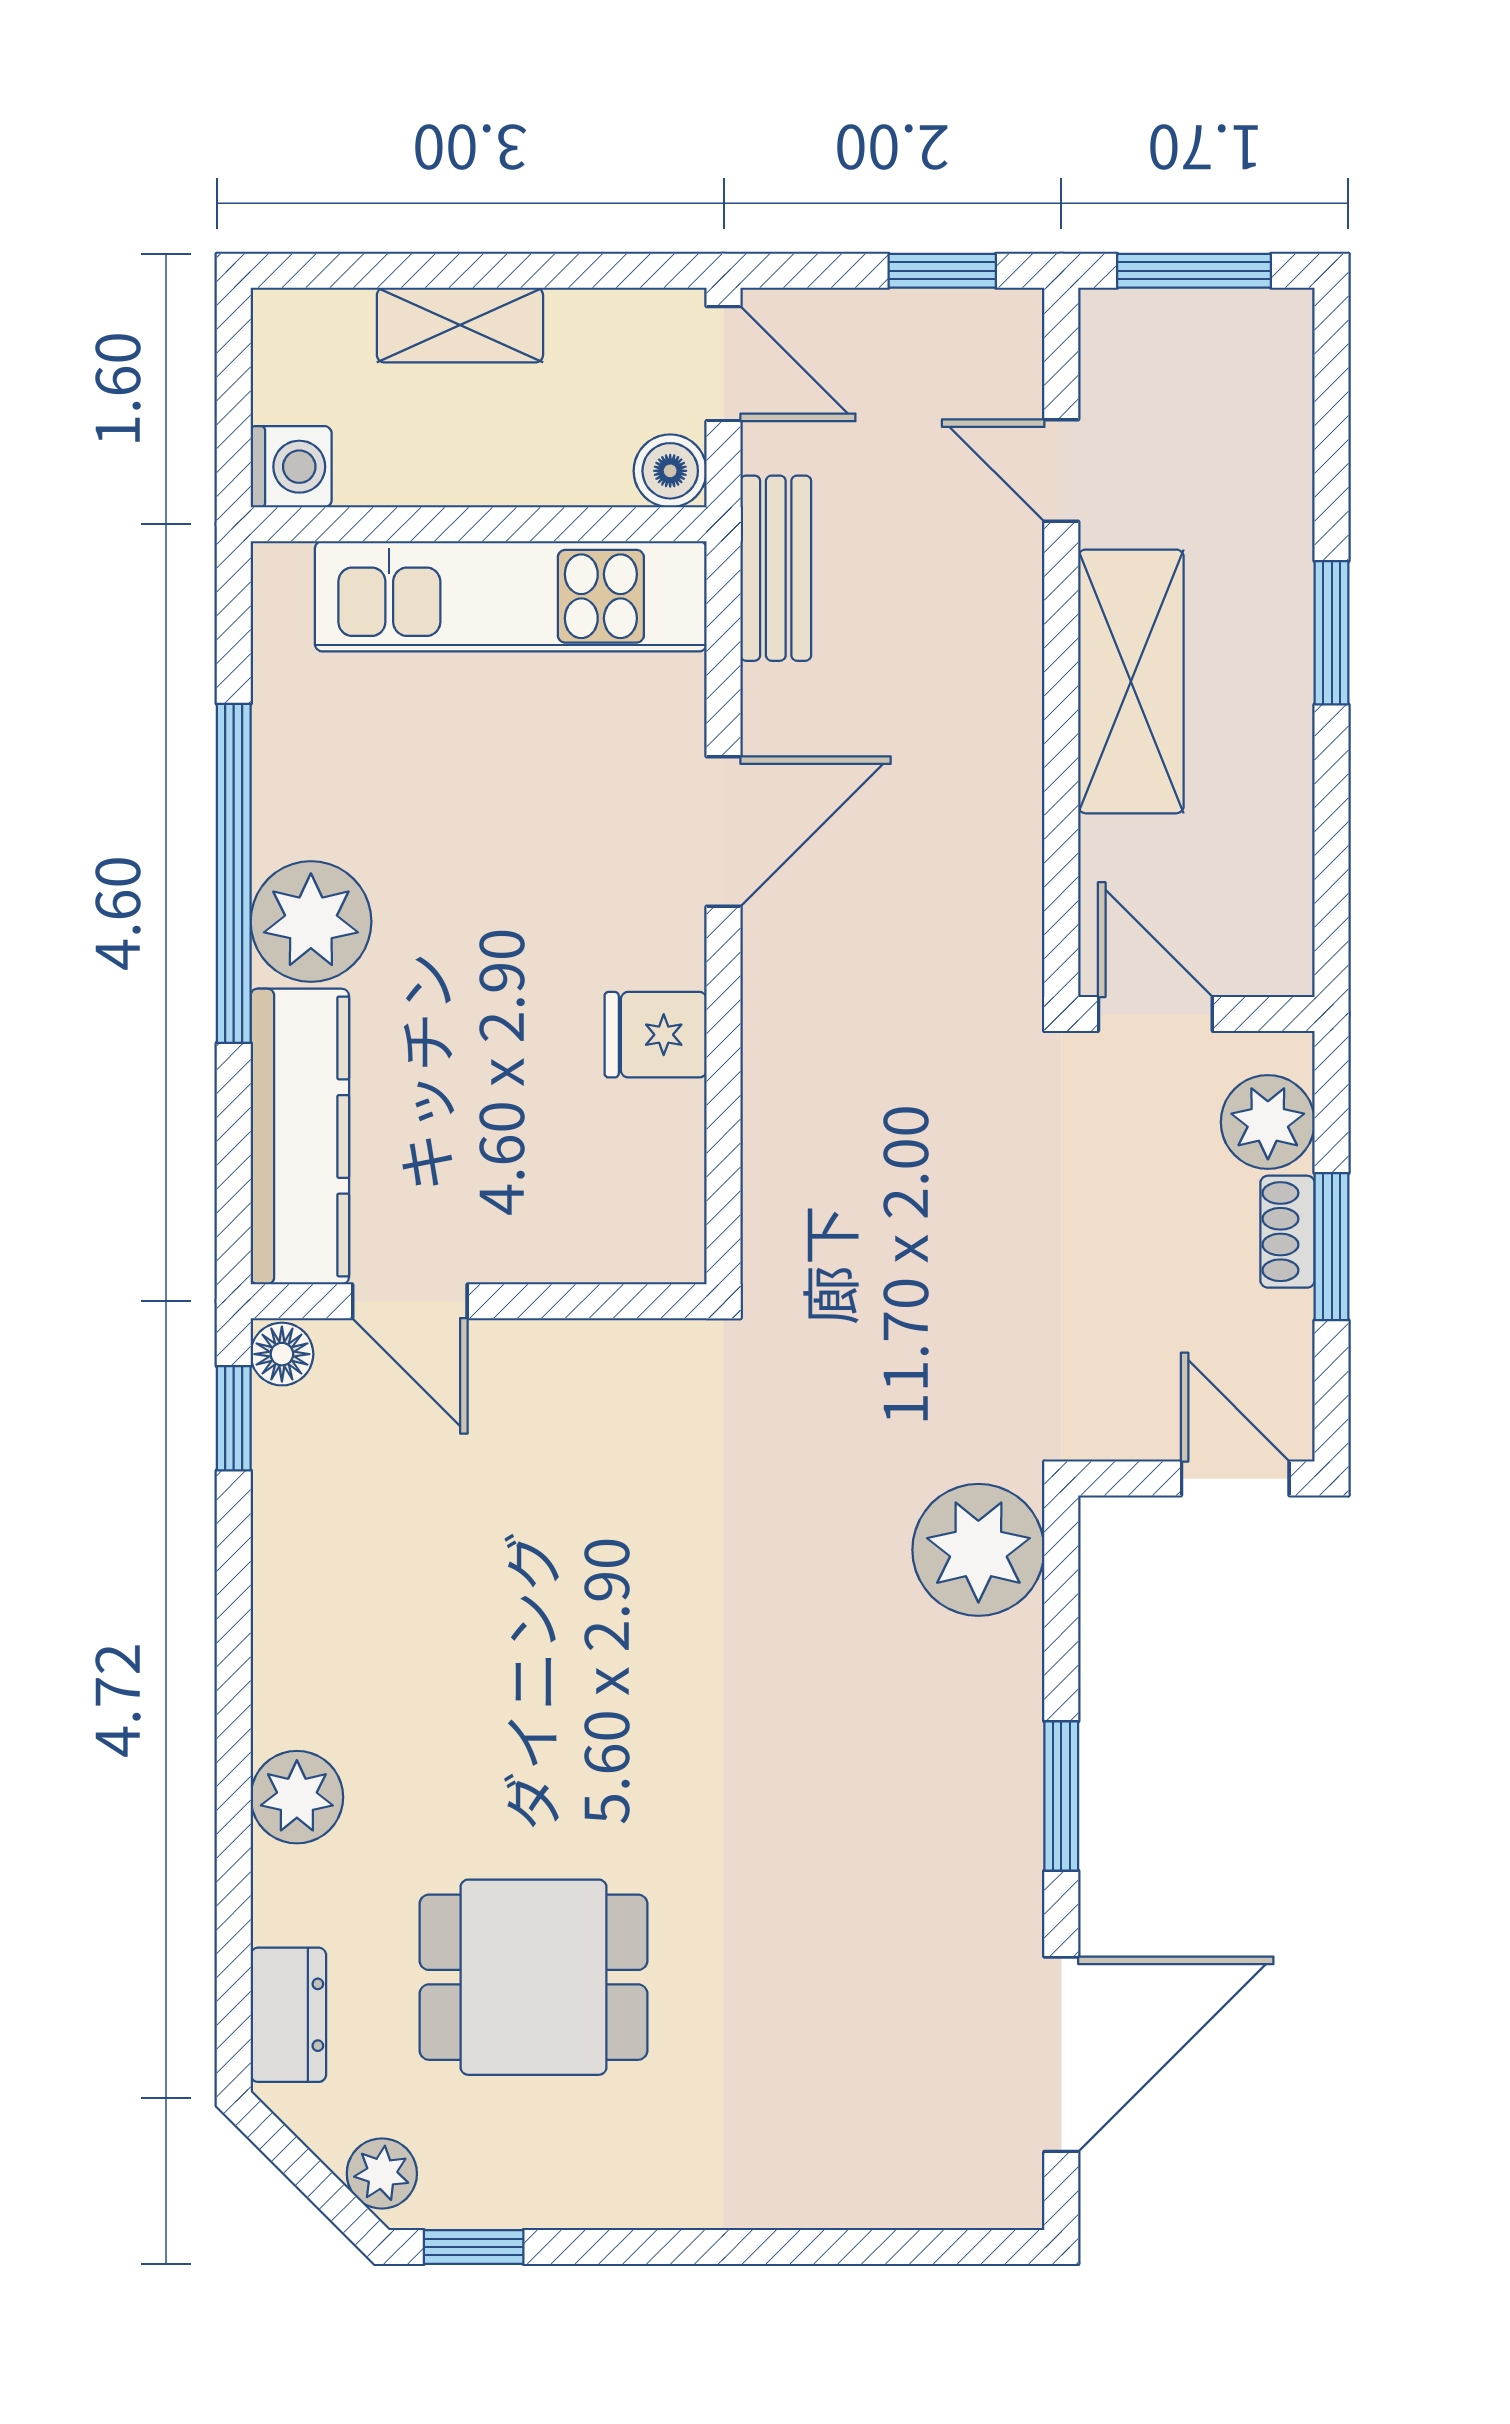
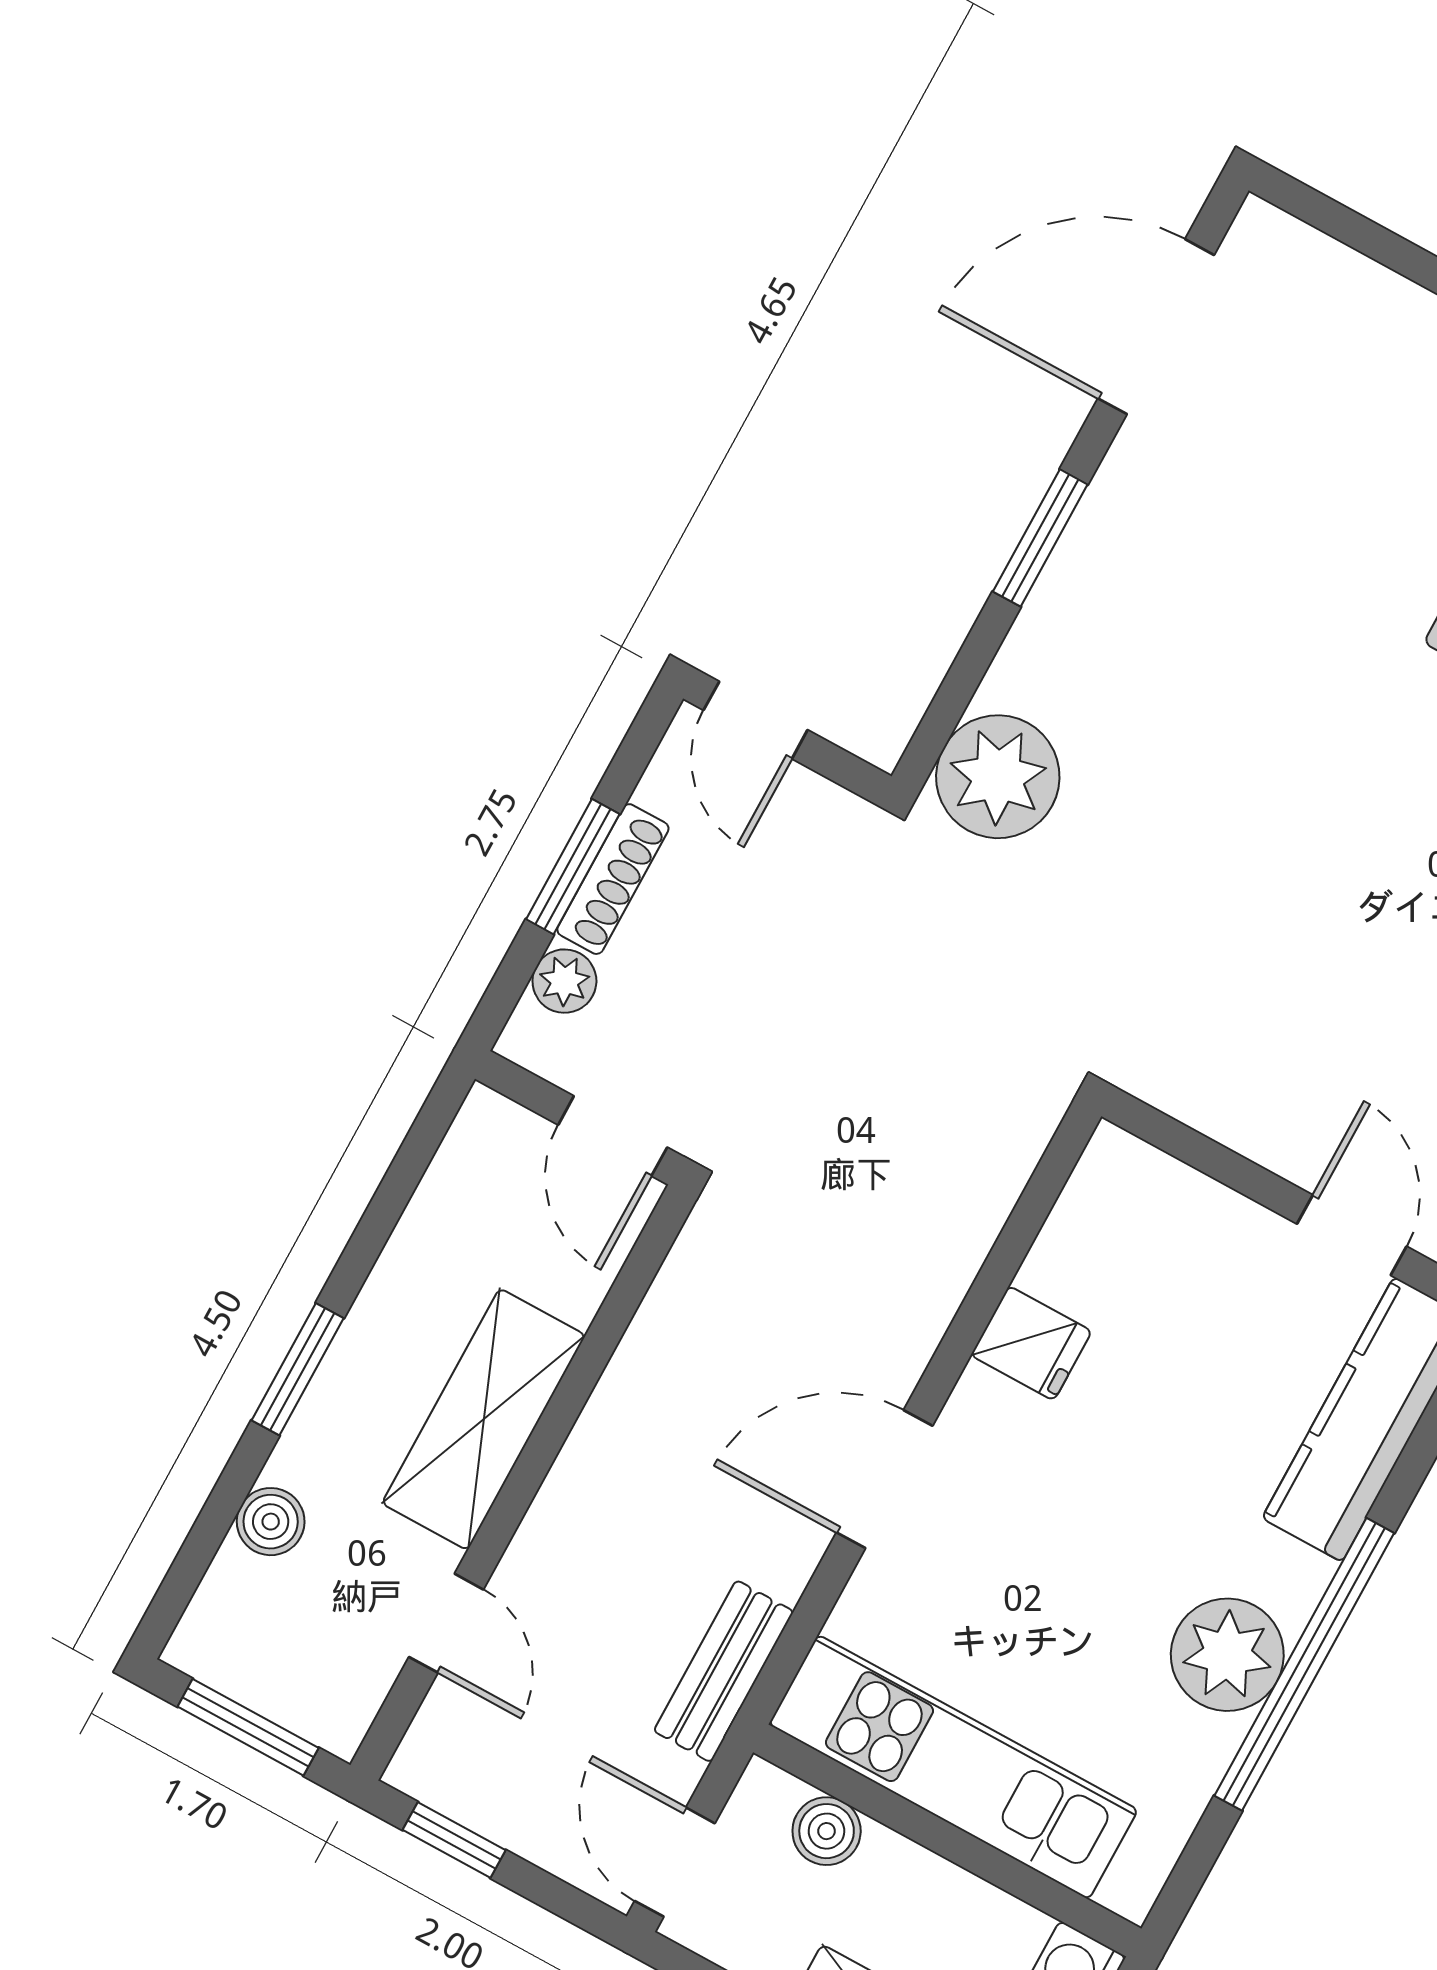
boiler: (670, 471) -> (827, 1831), moved
boiler: (1279, 476) -> (271, 1522), added
plant: (311, 922) -> (1227, 1655), moved
plant: (1268, 1122) -> (564, 981), width x0.73, depth x0.73
shoe rack: (1288, 1232) -> (613, 879), width x1.43

